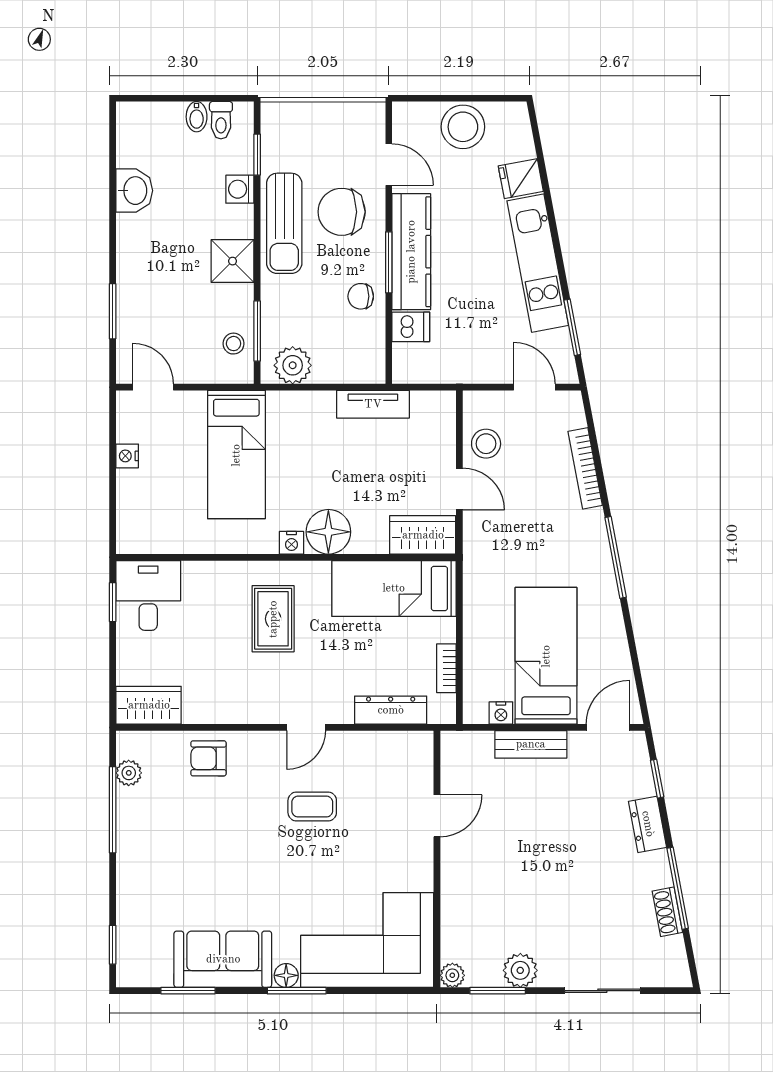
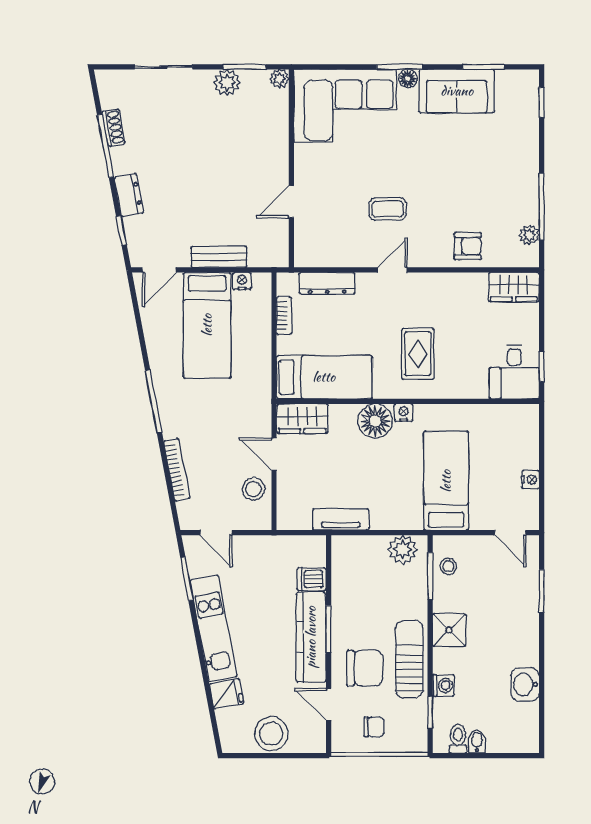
chair: (361, 296) -> (374, 727), moved

